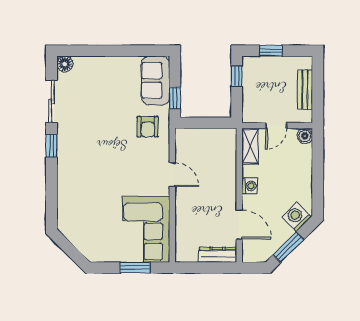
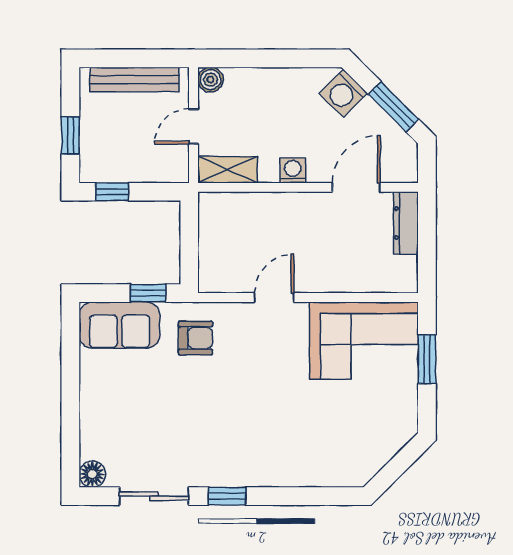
bench: (305, 90) -> (135, 80), width x1.36
door: (276, 126) -> (194, 126), swing flipped

